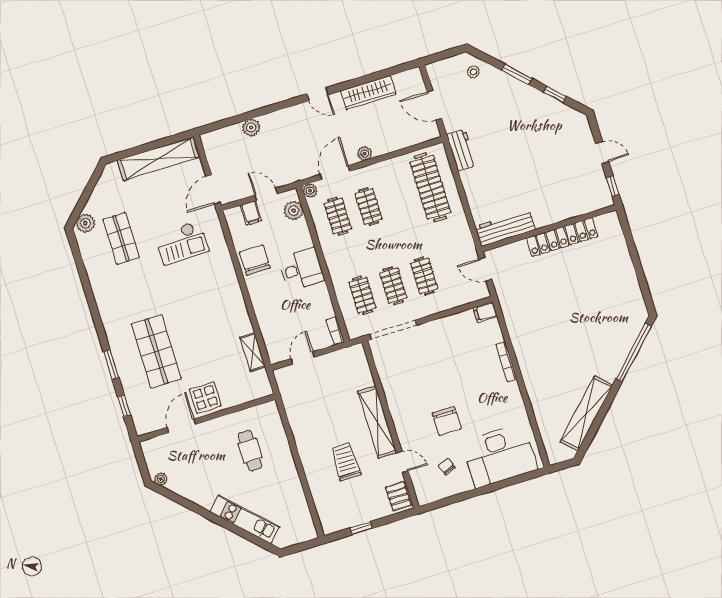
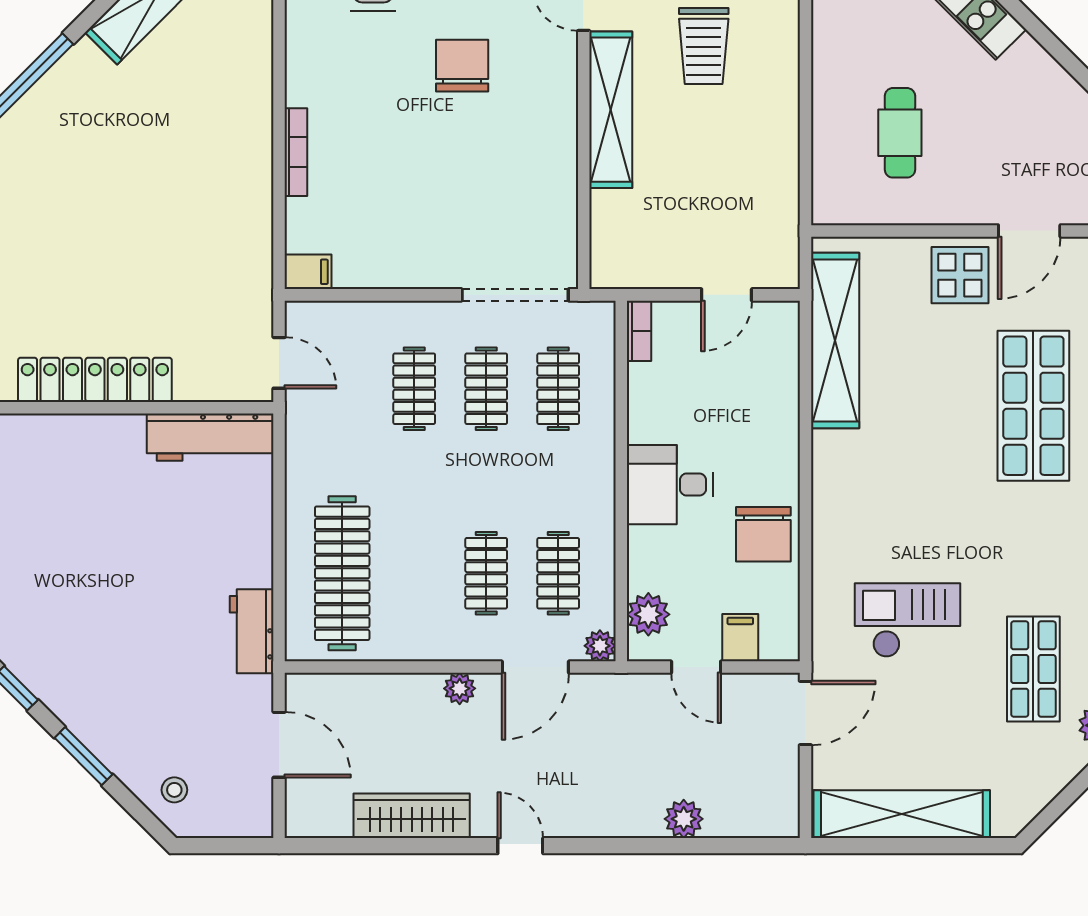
shelving: (253, 352) -> (835, 341), width x2.20, depth x1.33

